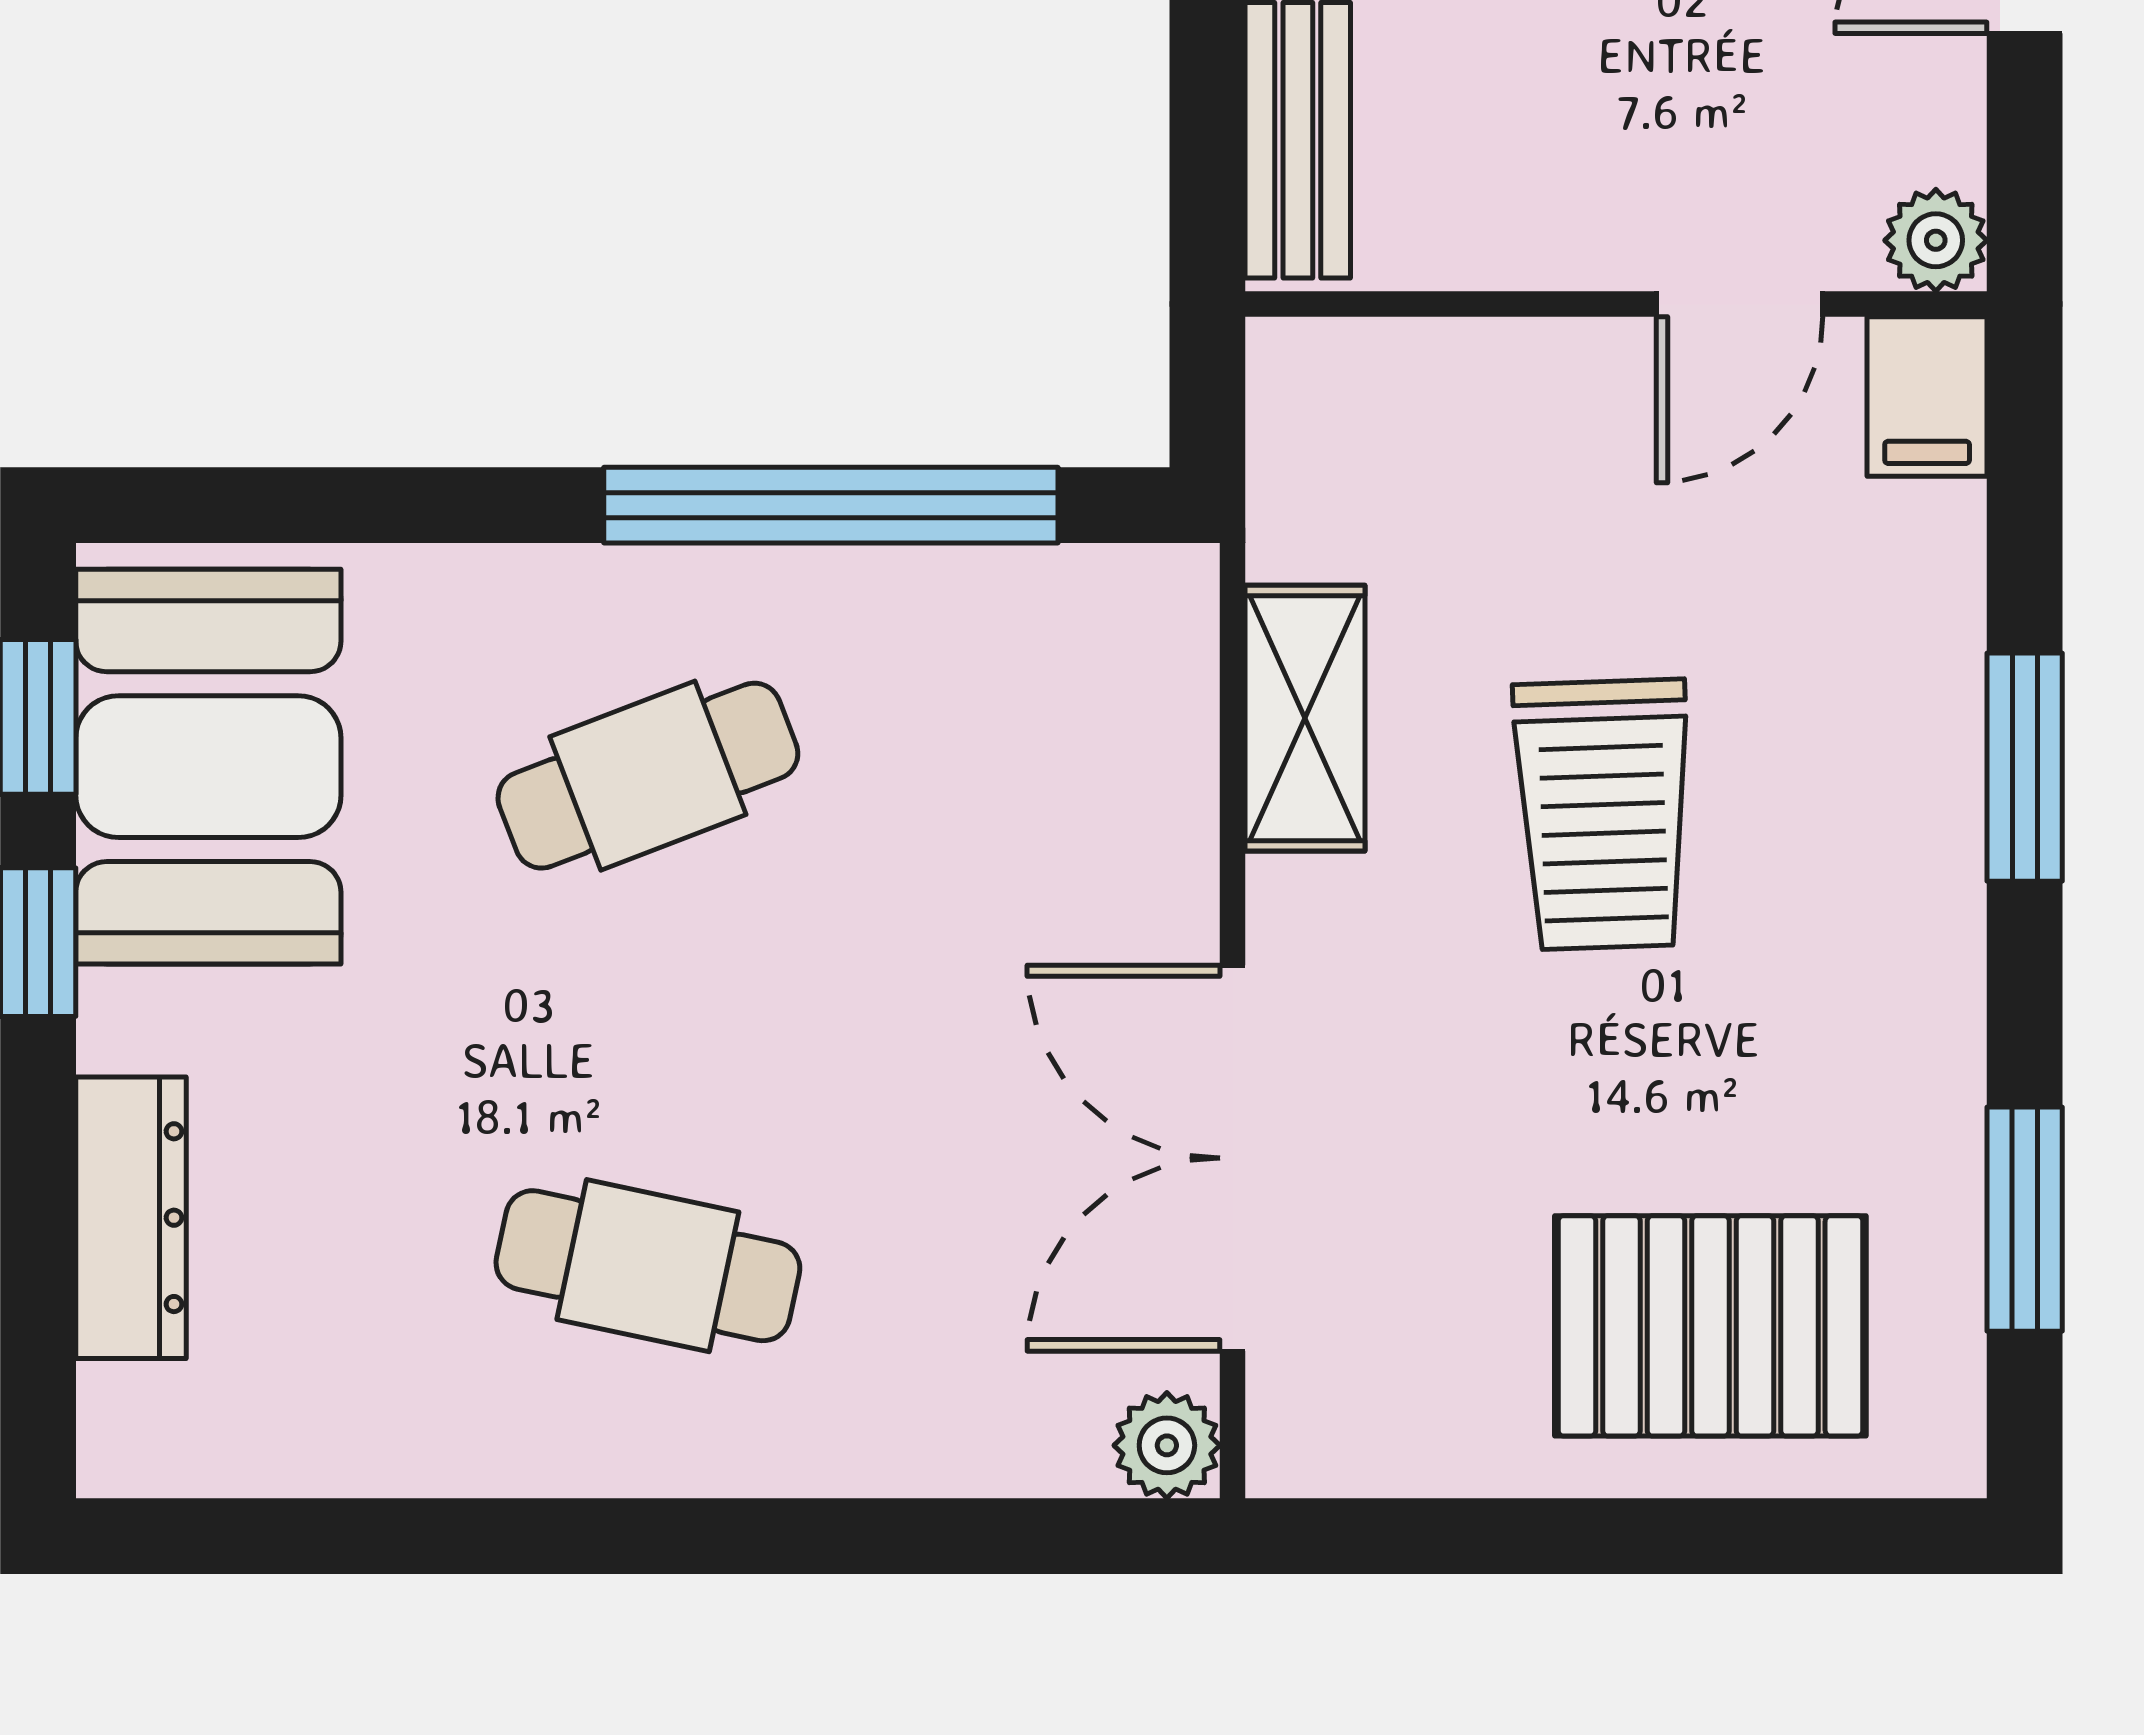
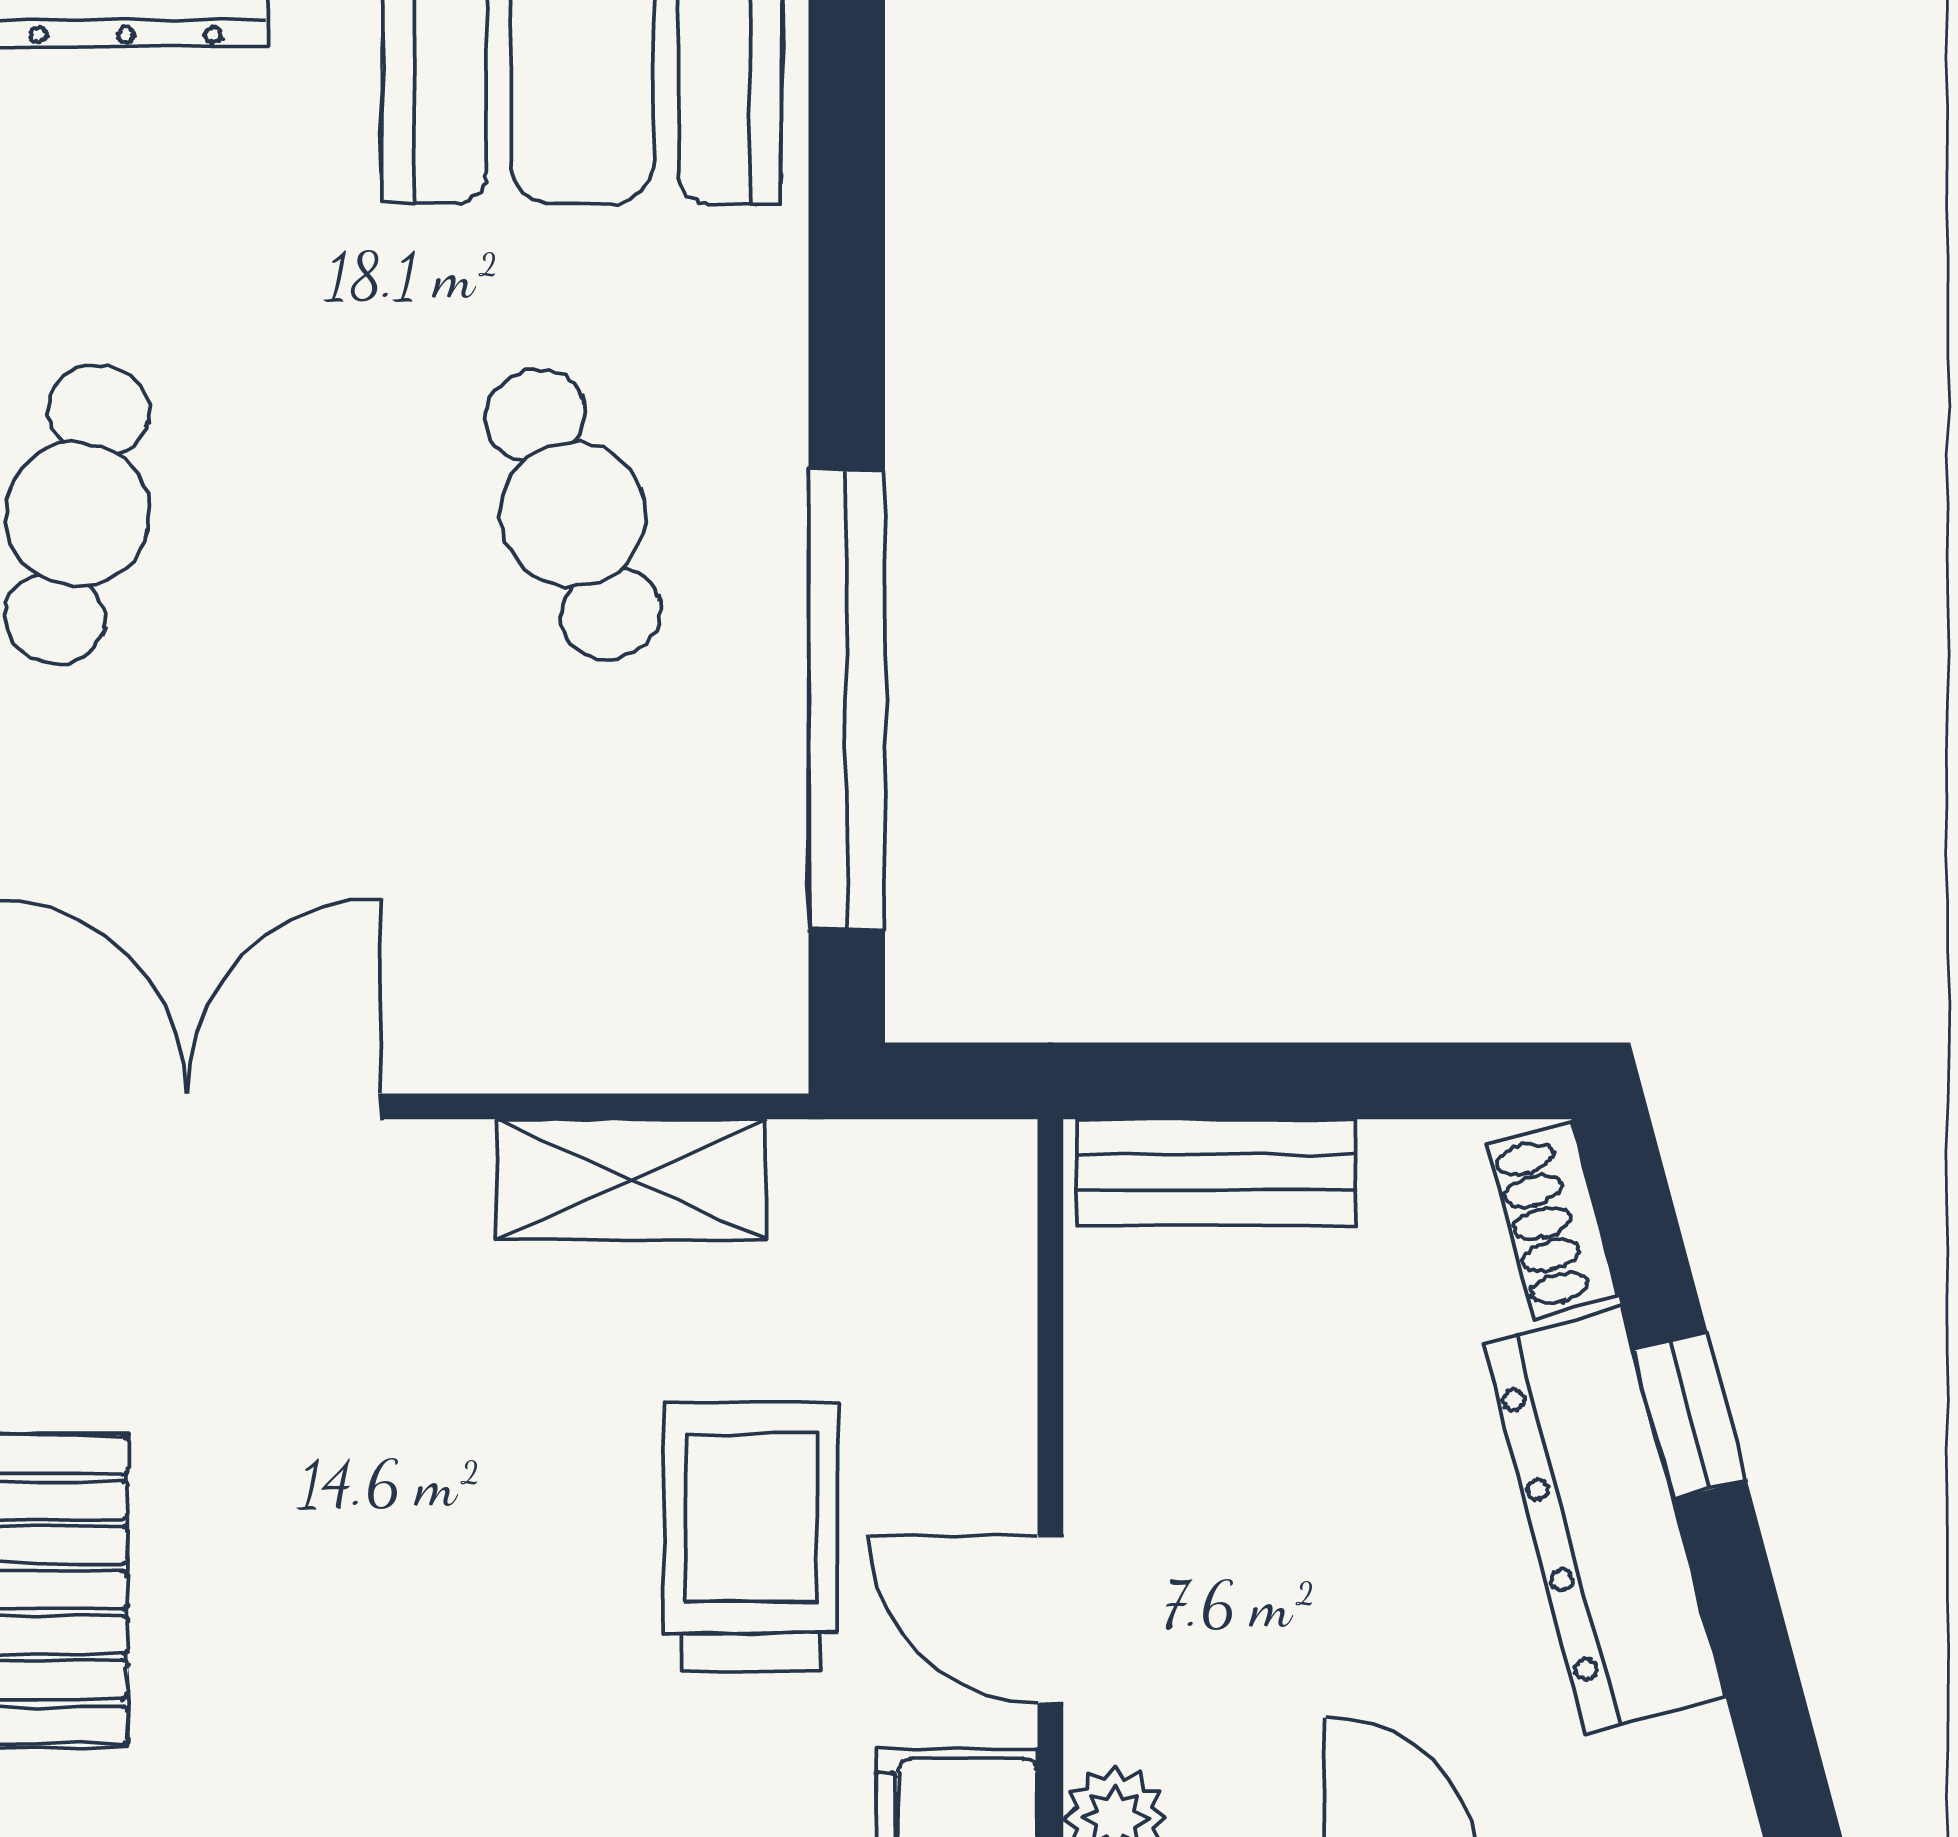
trolley: (1603, 815) -> (751, 1537), moved, turned 92

